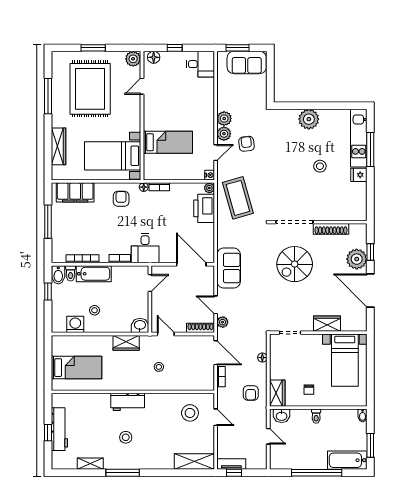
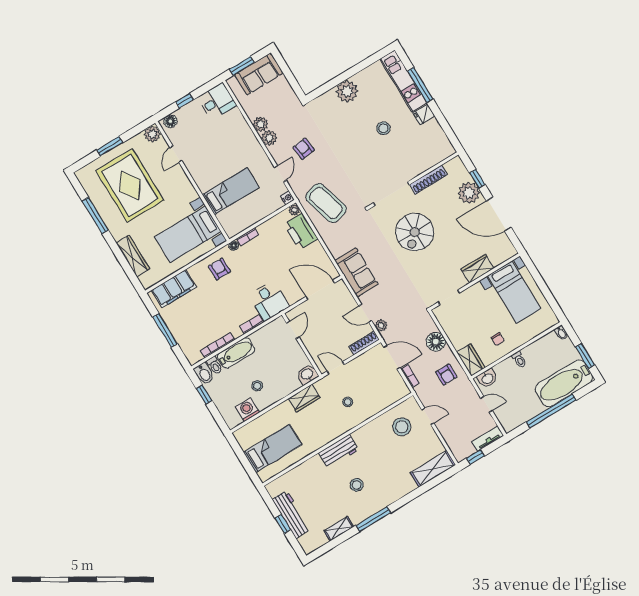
plant: (224, 134) -> (260, 124), moved
floor lamp: (262, 358) -> (436, 342), width x1.89, depth x1.89
bathtub: (347, 460) -> (564, 383), width x1.36, depth x1.36
tv unit: (231, 464) -> (488, 439), moved

